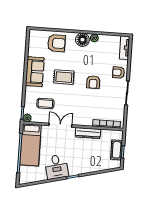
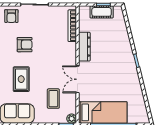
desk: (56, 167) -> (126, 80), removed

